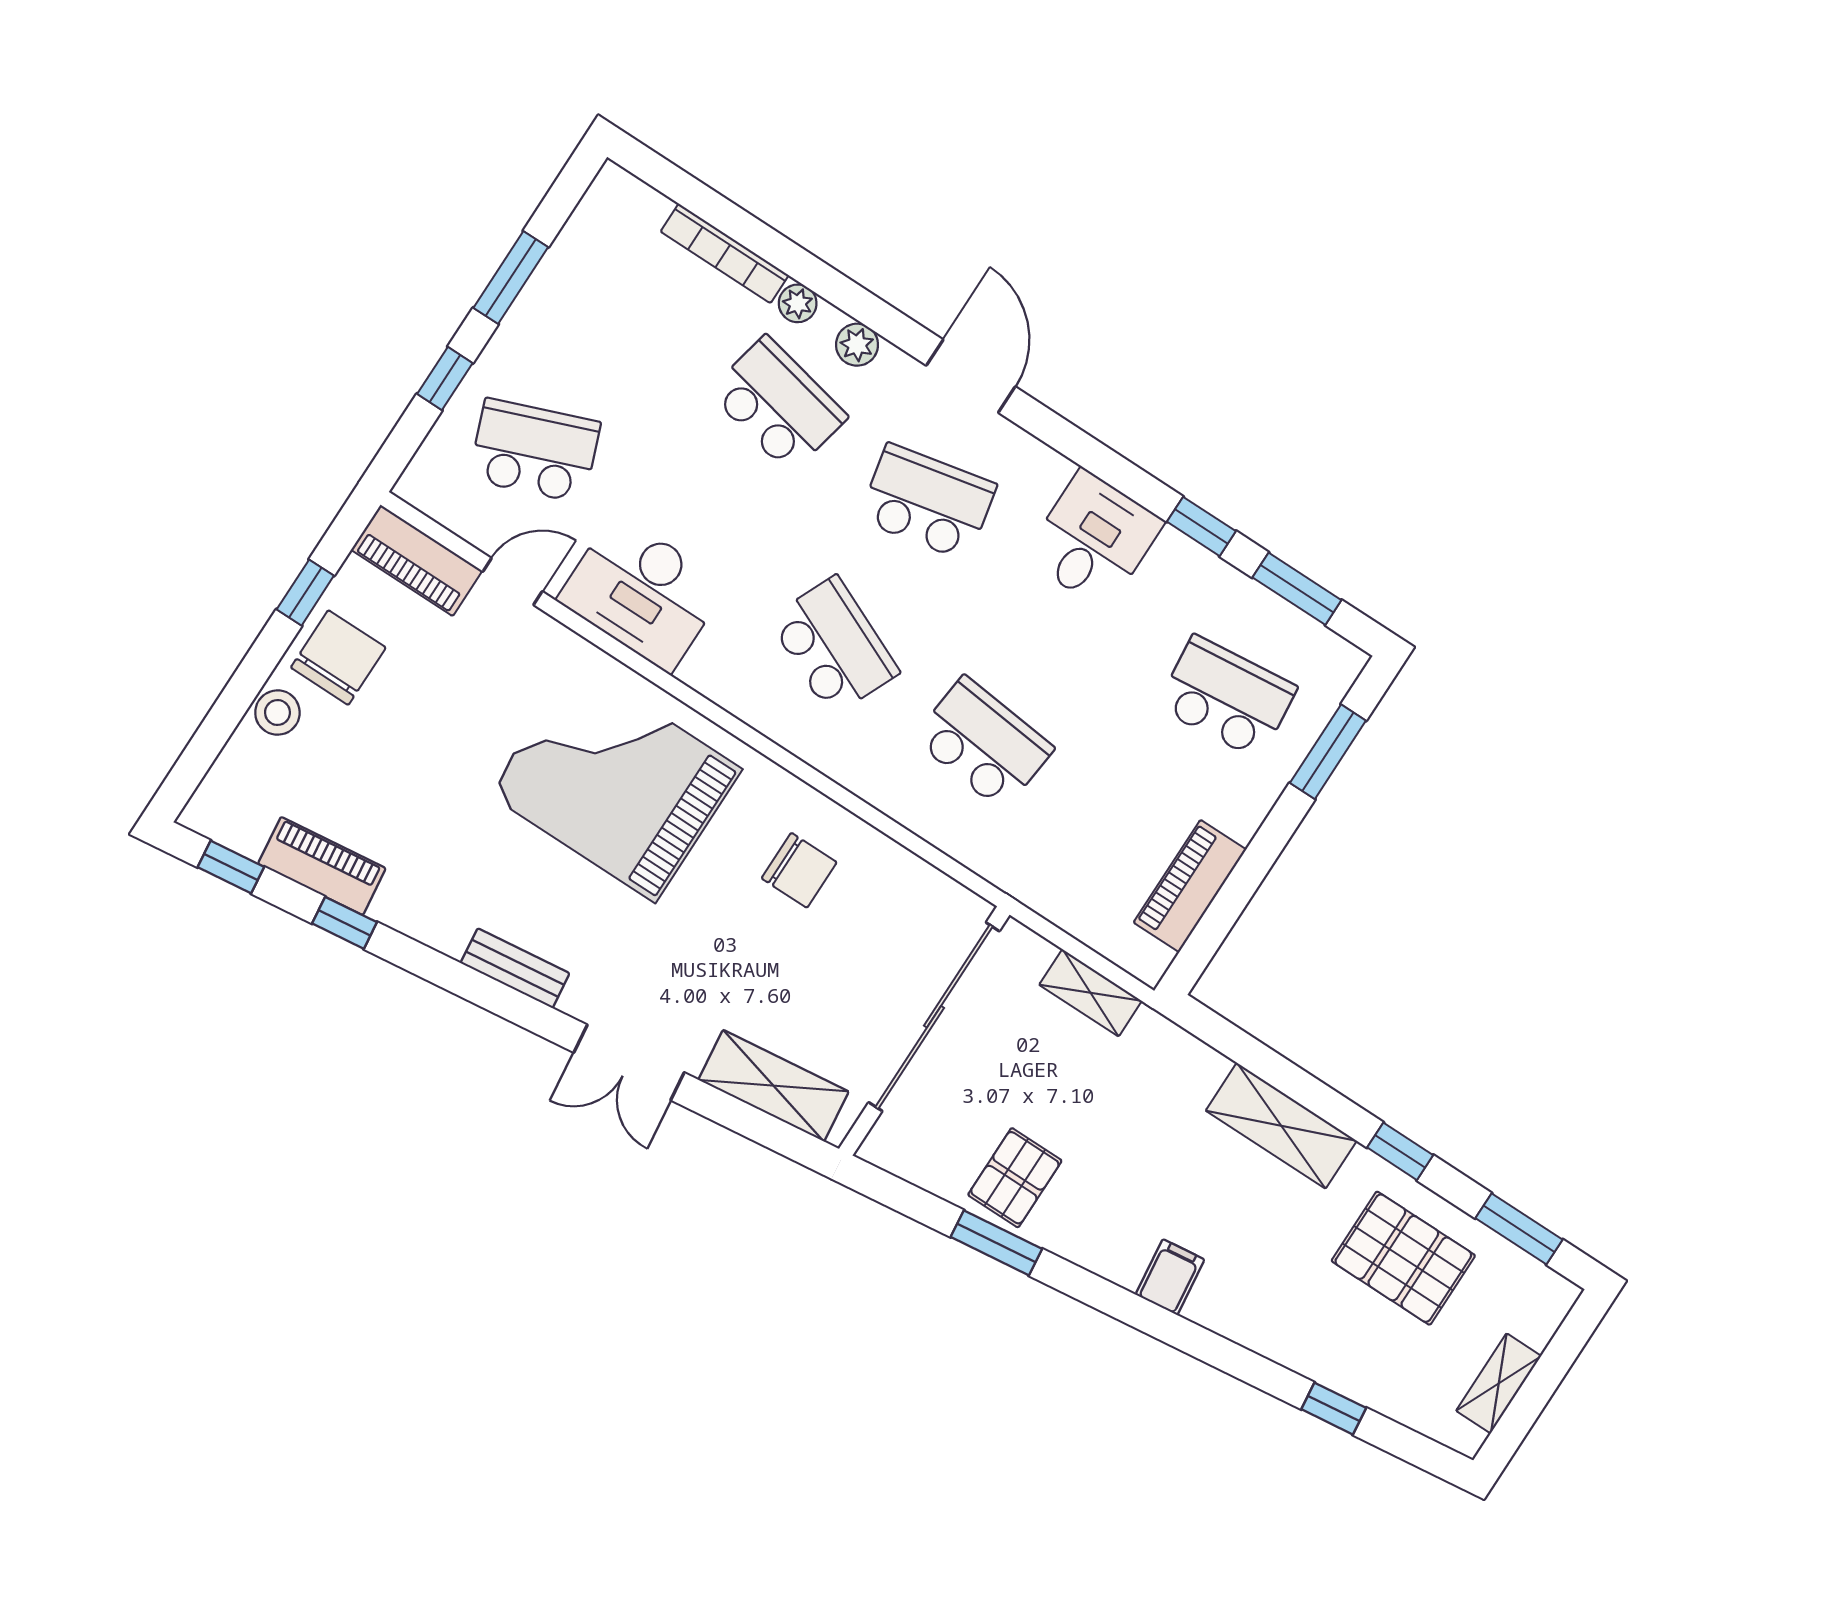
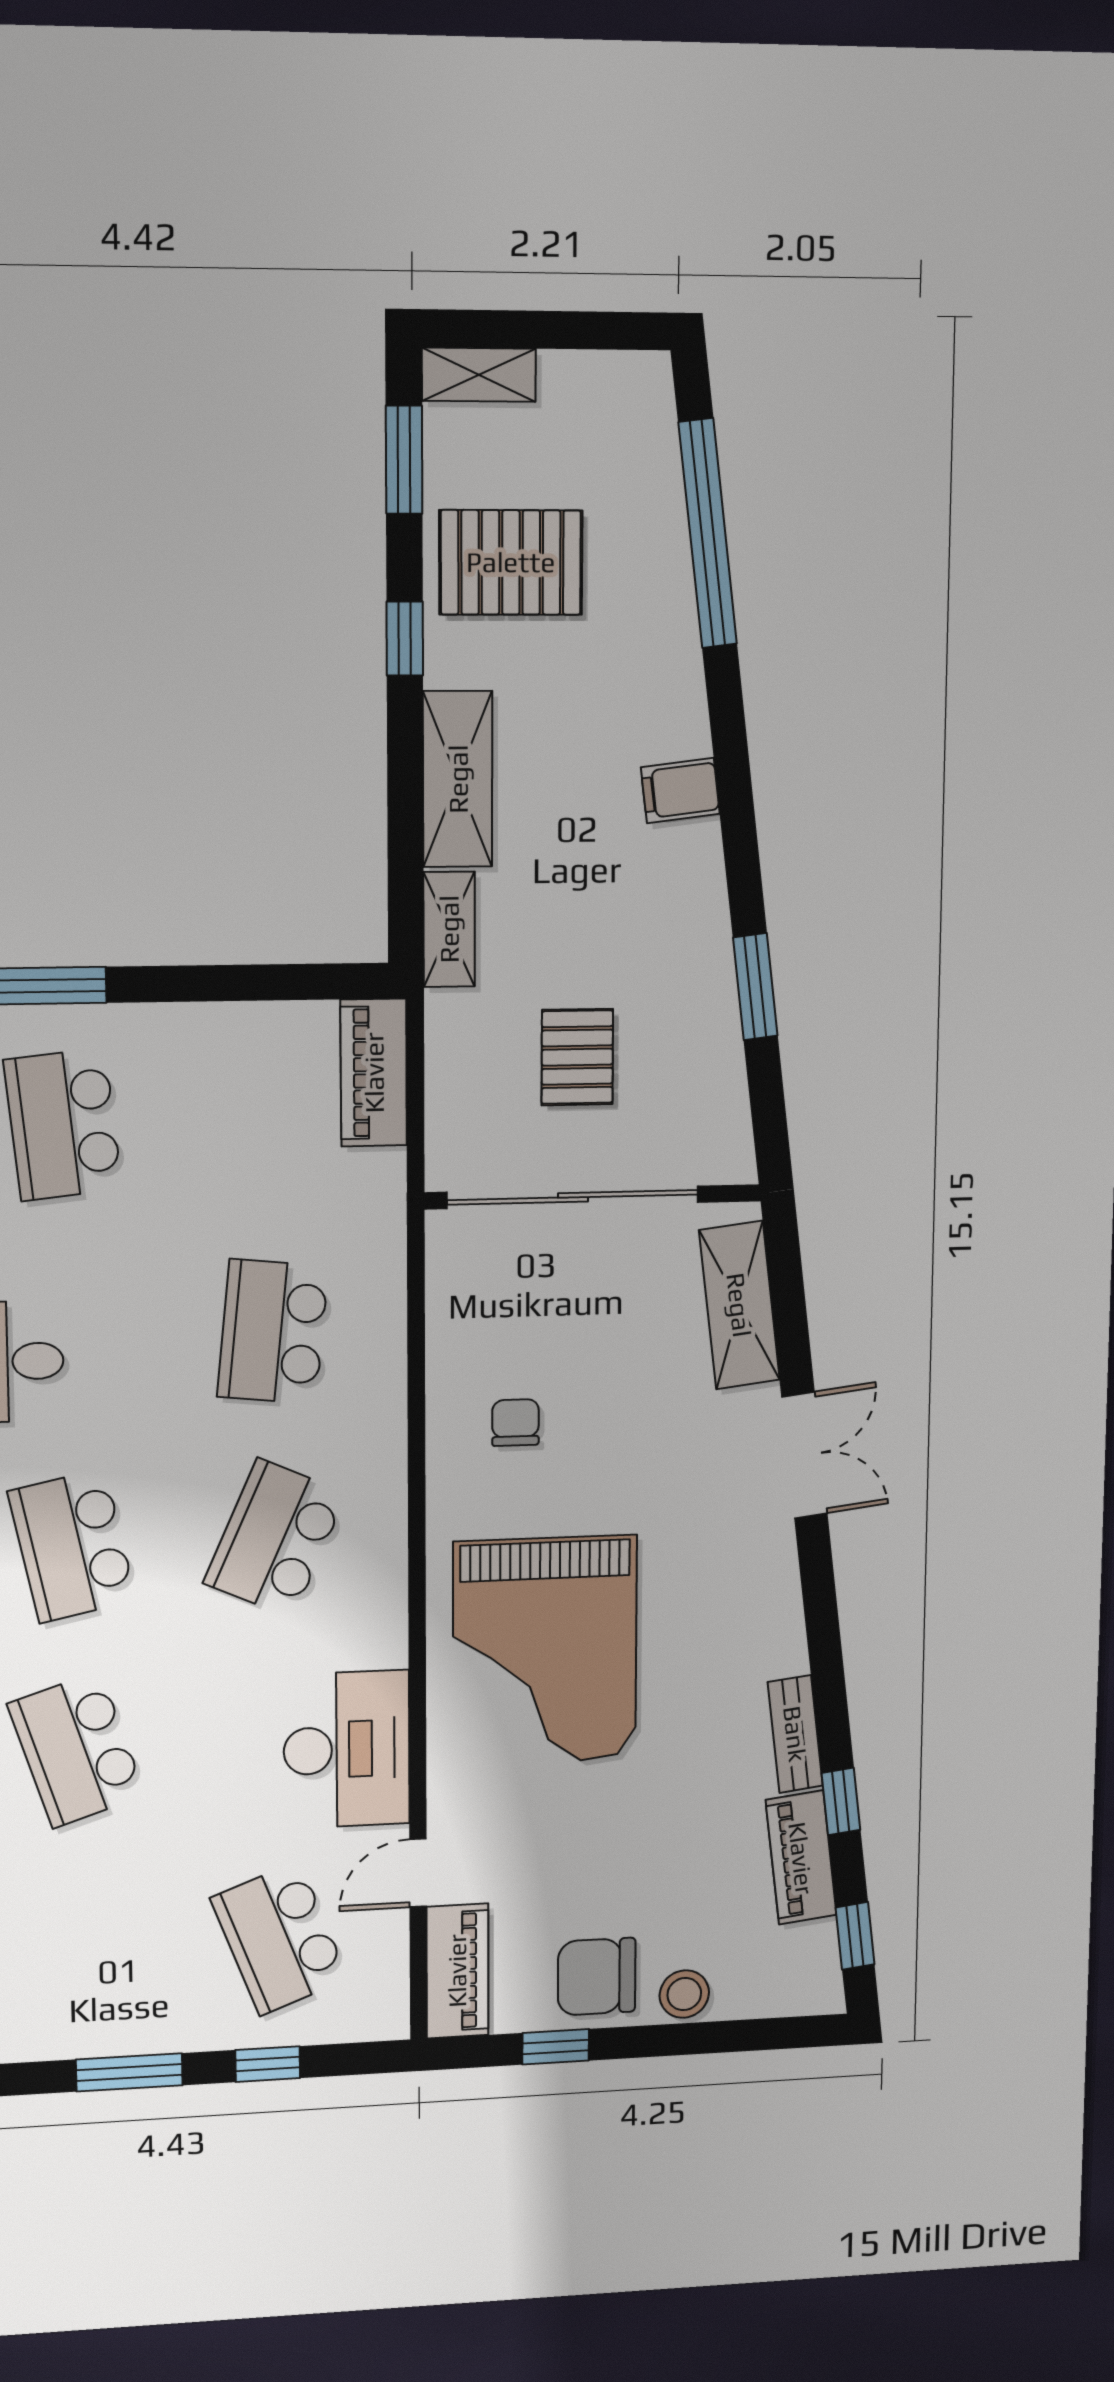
school desk: (778, 404) -> (77, 1750), turned -30
door: (512, 582) -> (418, 1873), hinge flipped
chair: (799, 870) -> (515, 1423), width x0.73, depth x0.73
piano: (1190, 886) -> (374, 1073), moved, turned 90
bench: (515, 968) -> (795, 1734), moved
shelving: (1091, 993) -> (449, 929), moved
pallet: (1015, 1178) -> (577, 1057), moved, turned 90
pallet: (1403, 1258) -> (511, 562), turned 90
shelving: (1499, 1383) -> (479, 375), moved
window: (1334, 1409) -> (708, 534), width x3.17

